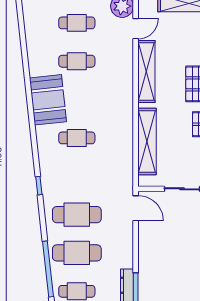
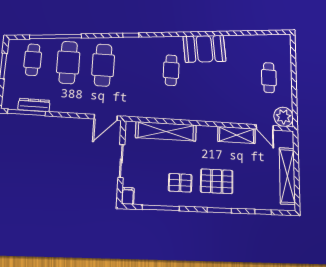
cafe table: (77, 61) -> (237, 75), removed
shelving: (146, 71) -> (237, 135), width x0.68

